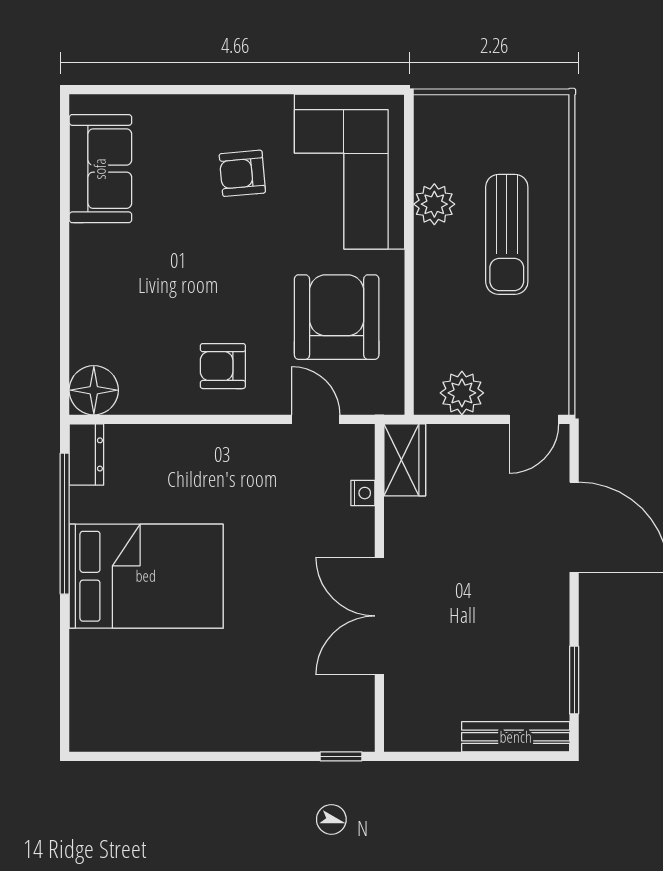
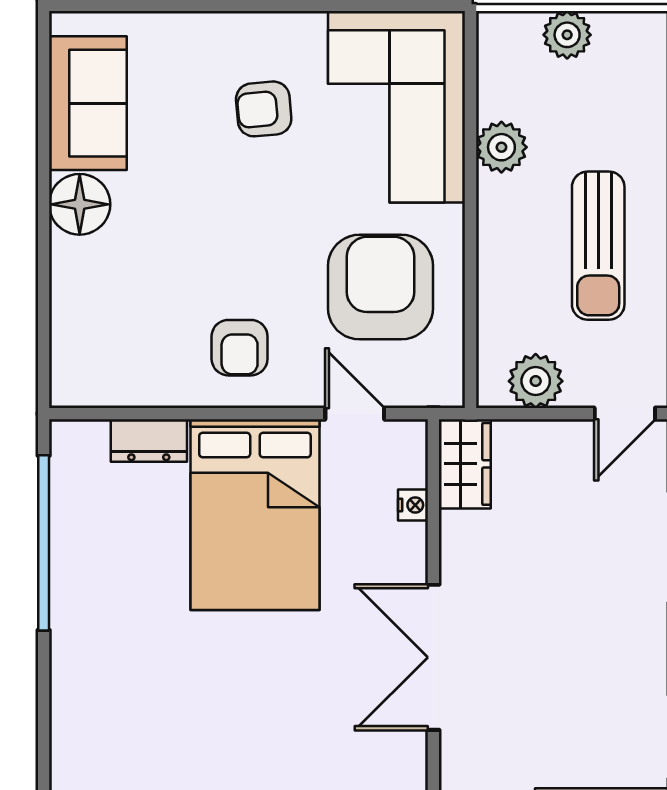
plant: (487, 113) -> (567, 35), added
sun lounger: (507, 234) -> (598, 246), moved
armchair: (223, 366) -> (240, 348), turned -90
floor lamp: (94, 390) -> (80, 204), moved
dresser: (86, 454) -> (149, 441), moved, turned 90
bed: (146, 576) -> (255, 515), moved, turned 90

